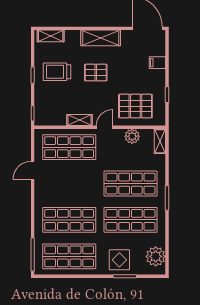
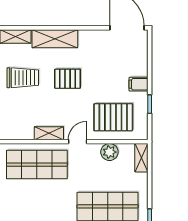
shelving: (101, 38) -> (55, 39), moved
filing cabinet: (157, 63) -> (138, 84), moved
trolley: (57, 72) -> (23, 78), turned 180

